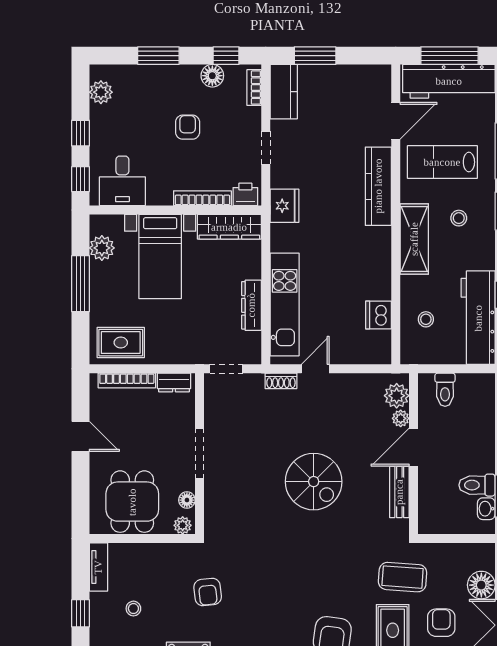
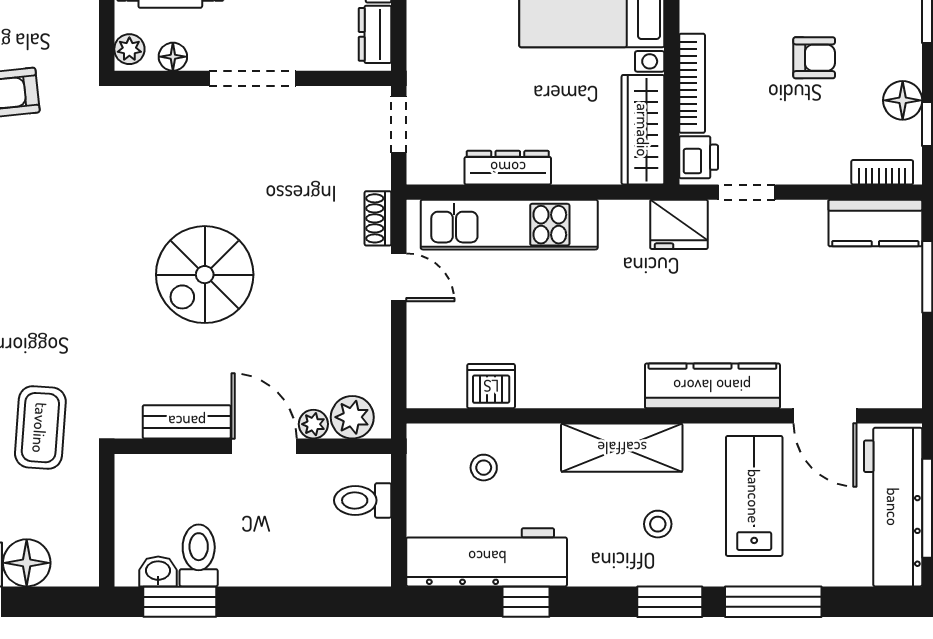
doorway: (266, 148) -> (747, 192), moved

